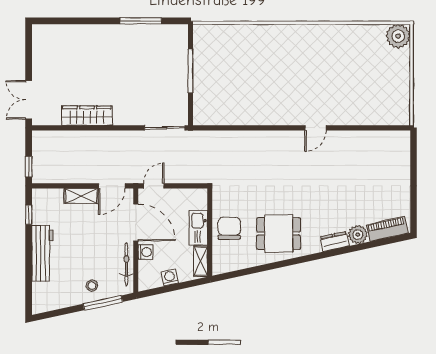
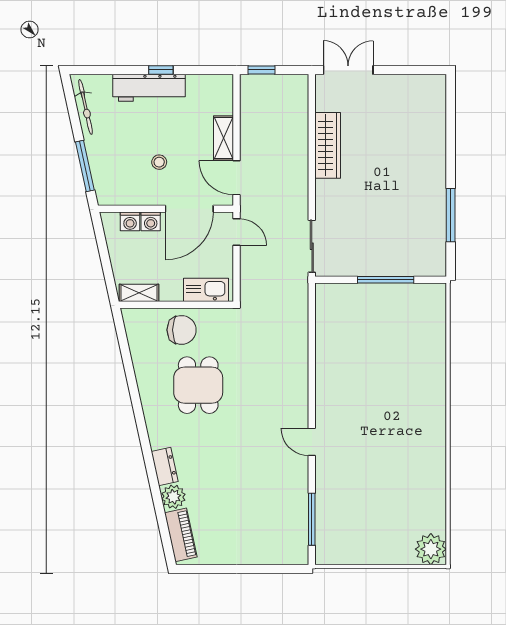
window: (375, 128) -> (312, 519), added
window: (29, 215) -> (161, 70), moved
kitchen sink: (198, 227) -> (206, 290), moved
dining table: (279, 234) -> (198, 385), moved
bicycle: (126, 264) -> (86, 107), moved, turned 78
washing machine: (170, 277) -> (130, 221), moved, turned 102
stool: (92, 286) -> (159, 162), moved

